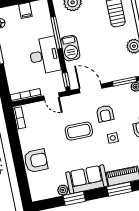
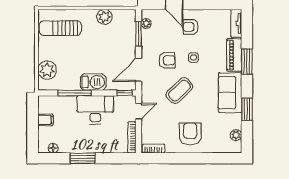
coffee table: (79, 131) -> (179, 91), turned 47
armchair: (36, 161) -> (190, 134), moved
plant: (63, 190) -> (236, 135), moved

